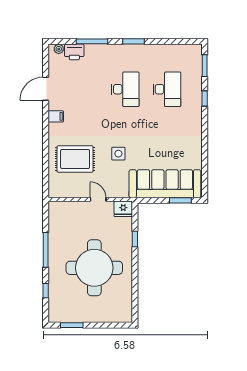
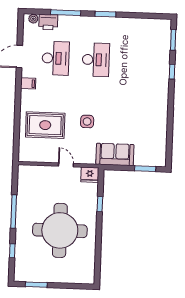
desk: (167, 89) -> (56, 58), moved
sofa: (165, 184) -> (115, 154), width x0.54, depth x0.79

